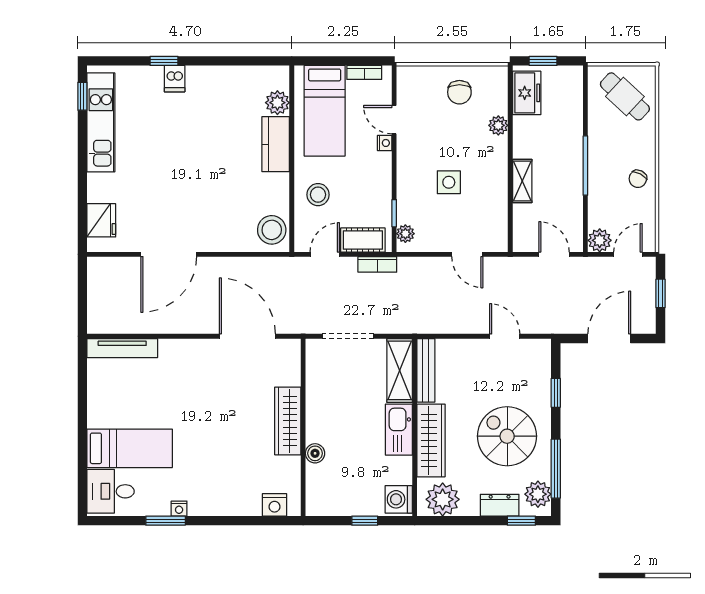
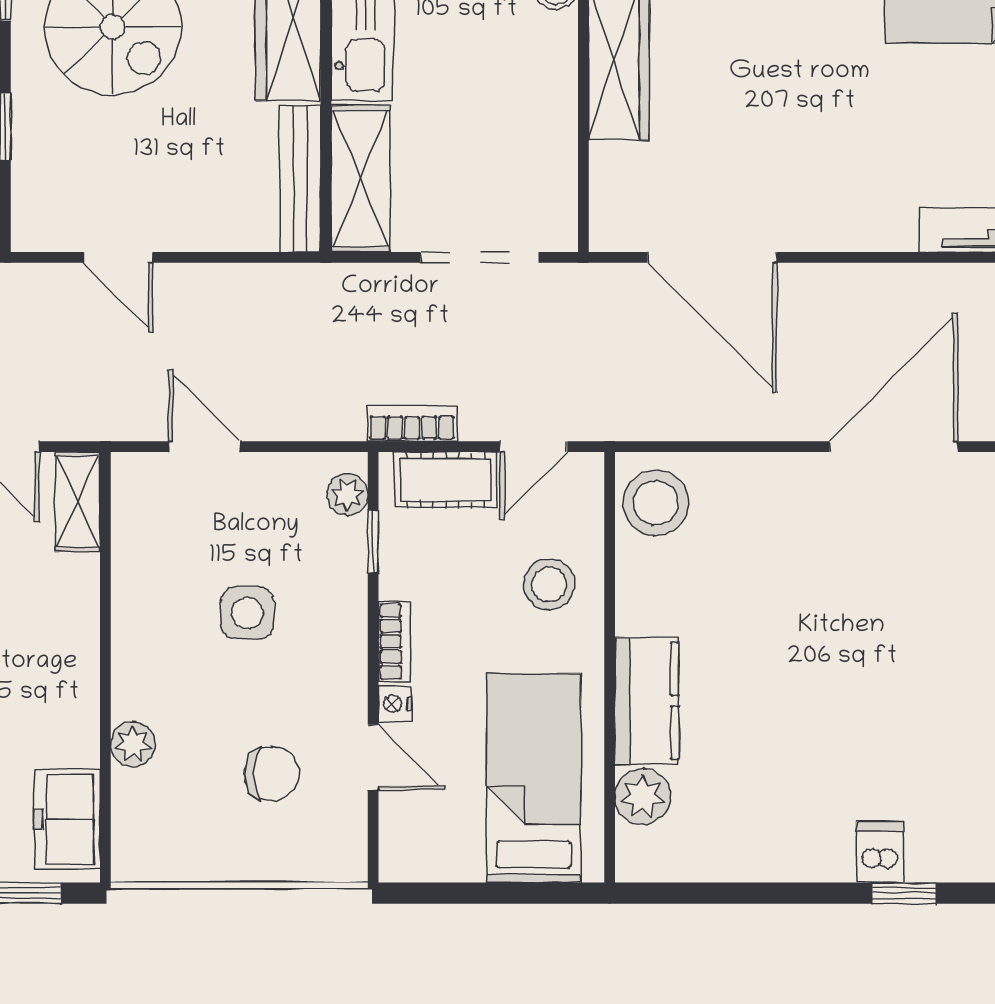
bookcase: (364, 72) -> (395, 641), moved, turned 90
chair: (459, 92) -> (271, 774), moved, turned 90
shelving: (522, 181) -> (78, 502), moved

